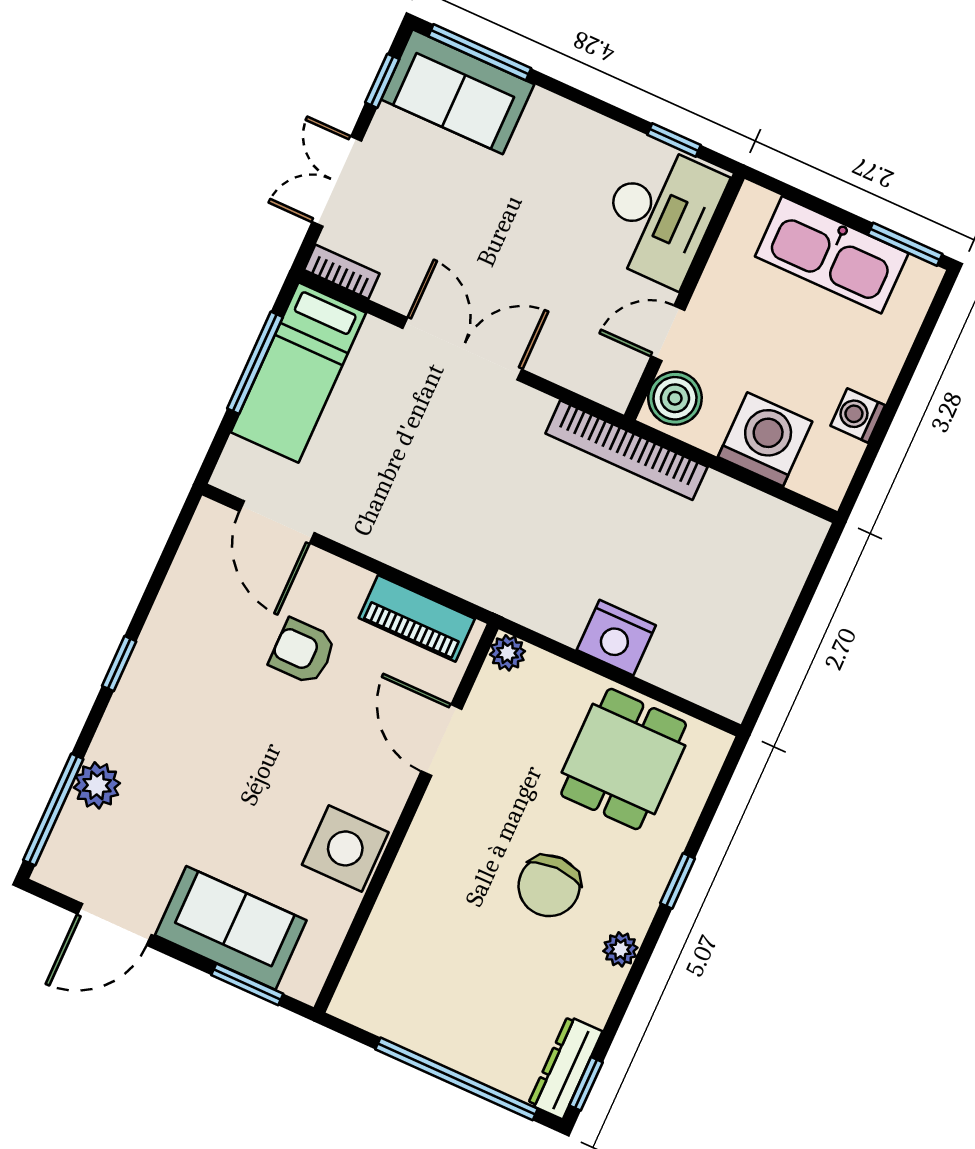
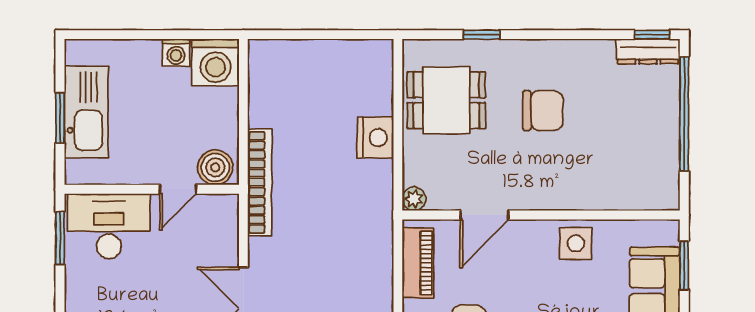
window: (674, 140) -> (60, 238), width x1.50
window: (905, 244) -> (60, 118), moved
door: (668, 333) -> (178, 189), hinge flipped
washing machine: (765, 439) -> (215, 62), moved, turned -90
side table: (345, 848) -> (576, 243), width x0.73, depth x0.73
window: (678, 881) -> (481, 35), moved
plant: (620, 949) -> (562, 50), removed

